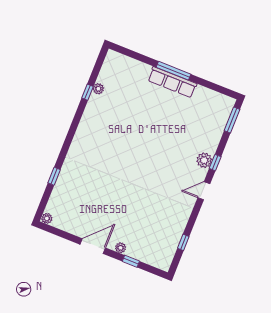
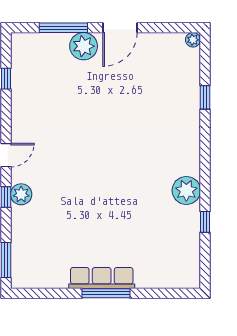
plant: (98, 89) -> (186, 190), moved, width x1.87, depth x1.87
plant: (121, 248) -> (84, 46), width x1.88, depth x1.88
window: (131, 261) -> (63, 28), width x2.17

